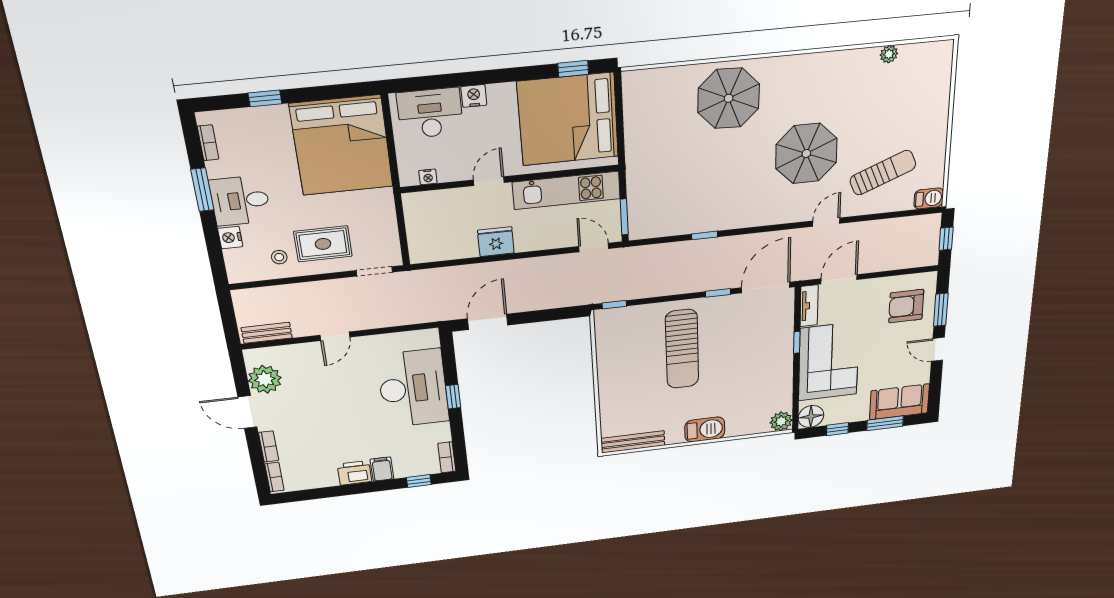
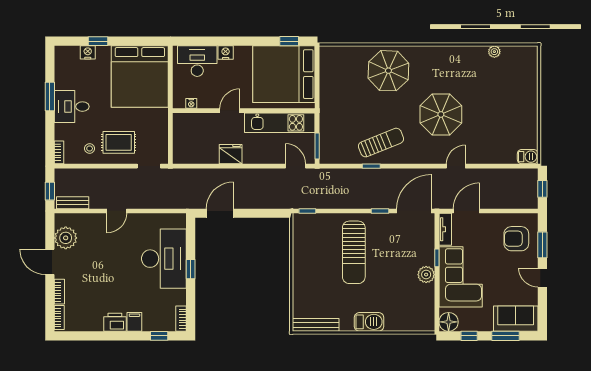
bookcase: (208, 143) -> (59, 152), moved
sun lounger: (883, 173) -> (381, 143), moved
nightstand: (230, 237) -> (88, 52), moved, turned 90
window: (229, 321) -> (50, 191), added
plant: (781, 421) -> (426, 275), moved

